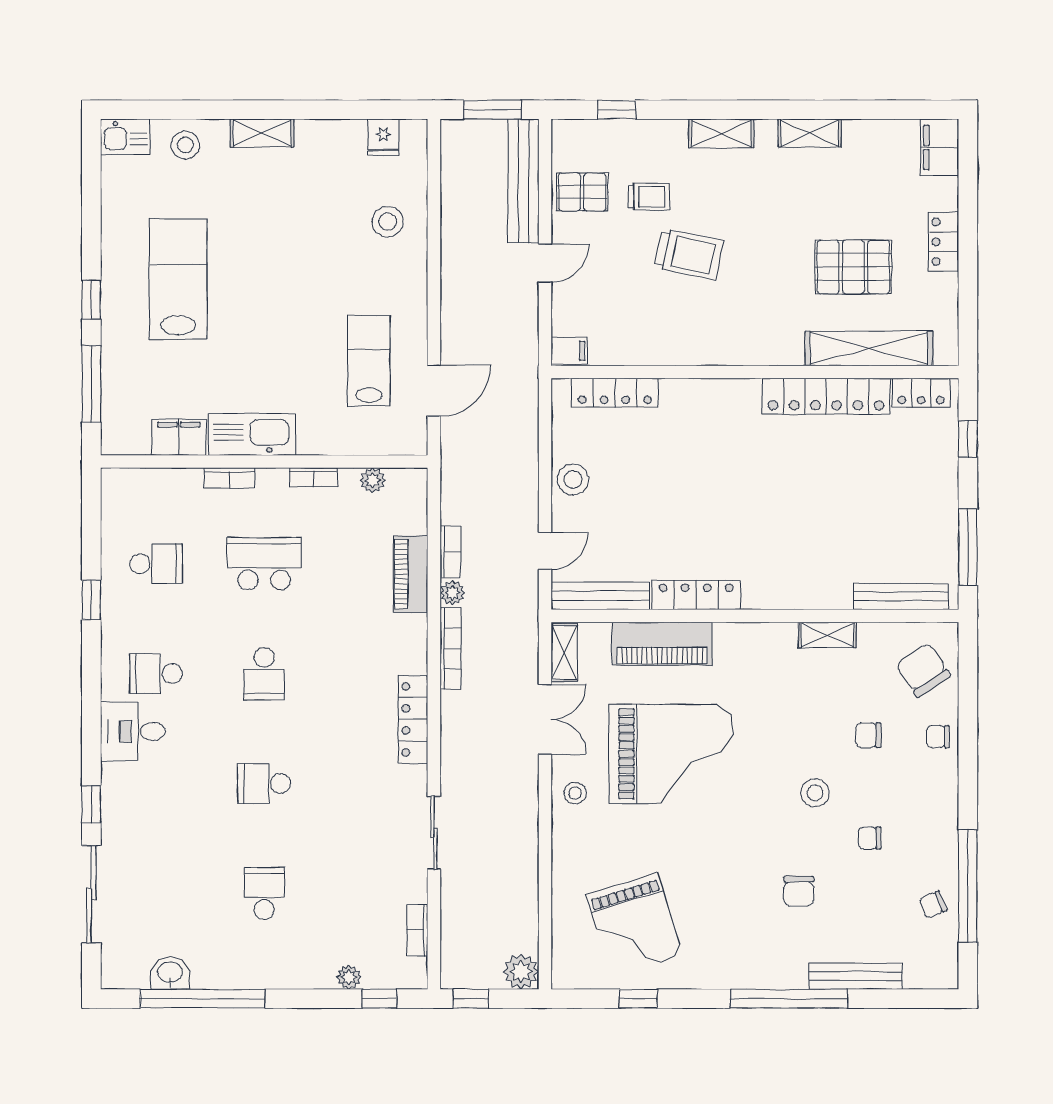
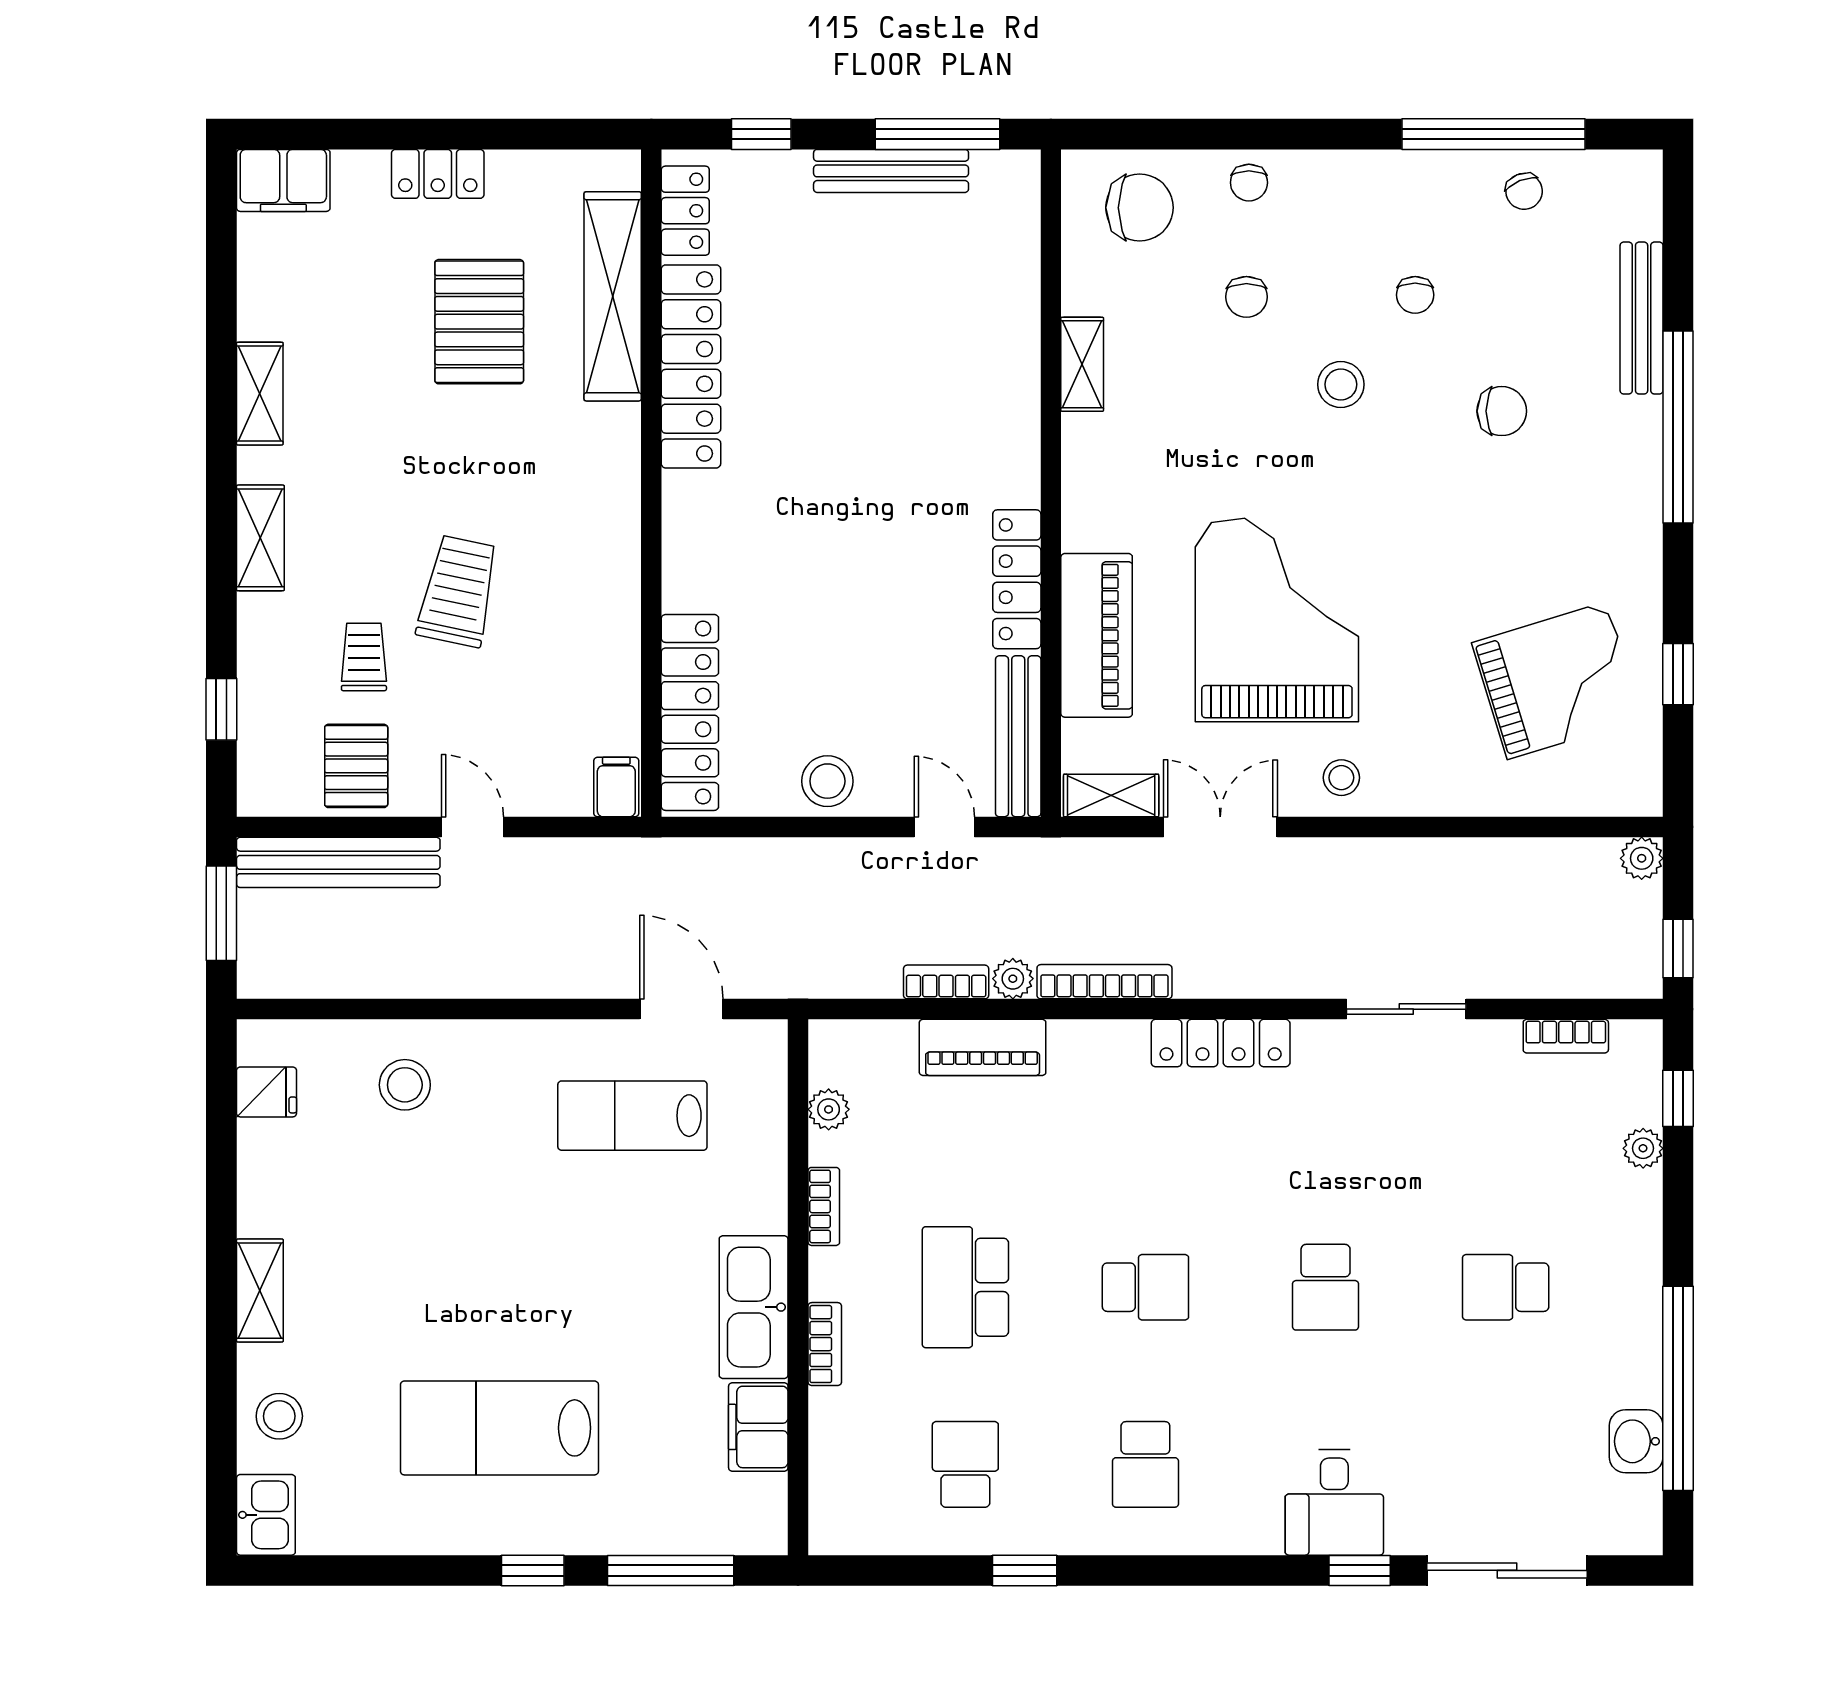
locker: (615, 393) -> (690, 712), width x1.41, depth x1.21
bench: (901, 596) -> (891, 171), moved, turned 90
chair: (923, 670) -> (1140, 208), turned -146
desk: (133, 731) -> (1334, 1502), moved
plant: (521, 972) -> (1642, 858), width x0.73, depth x0.73

